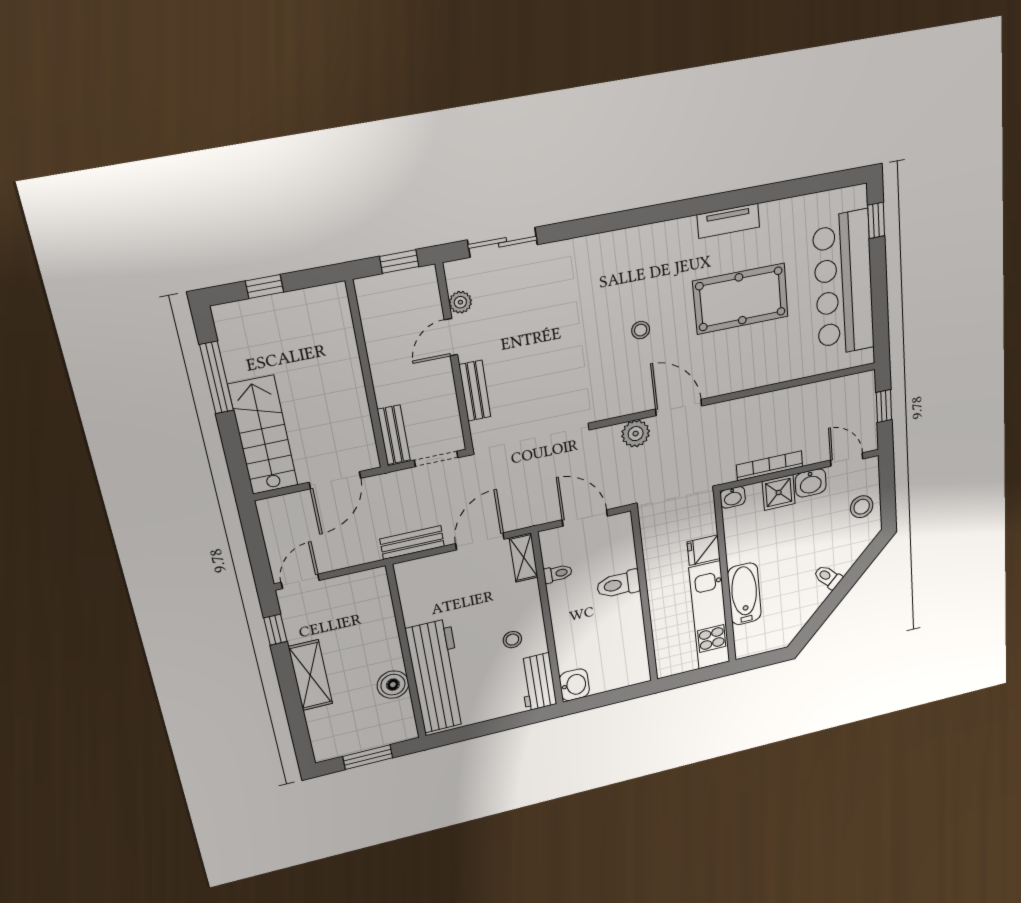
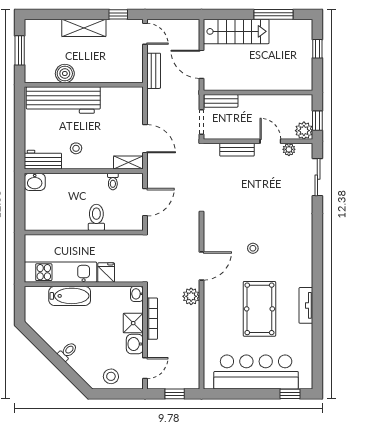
plant: (422, 282) -> (304, 131), added
plant: (636, 434) -> (191, 296), moved
bench: (412, 543) -> (154, 71), moved

